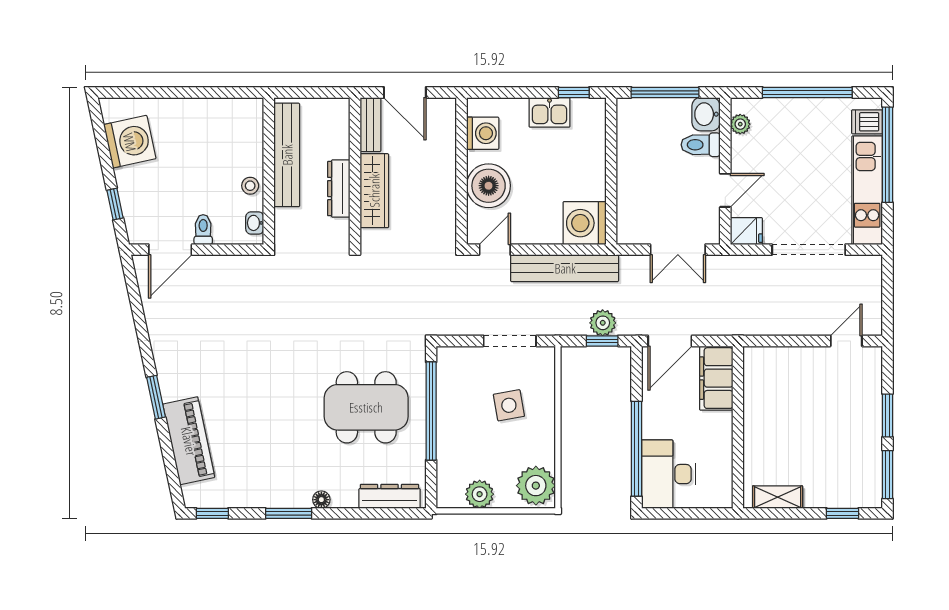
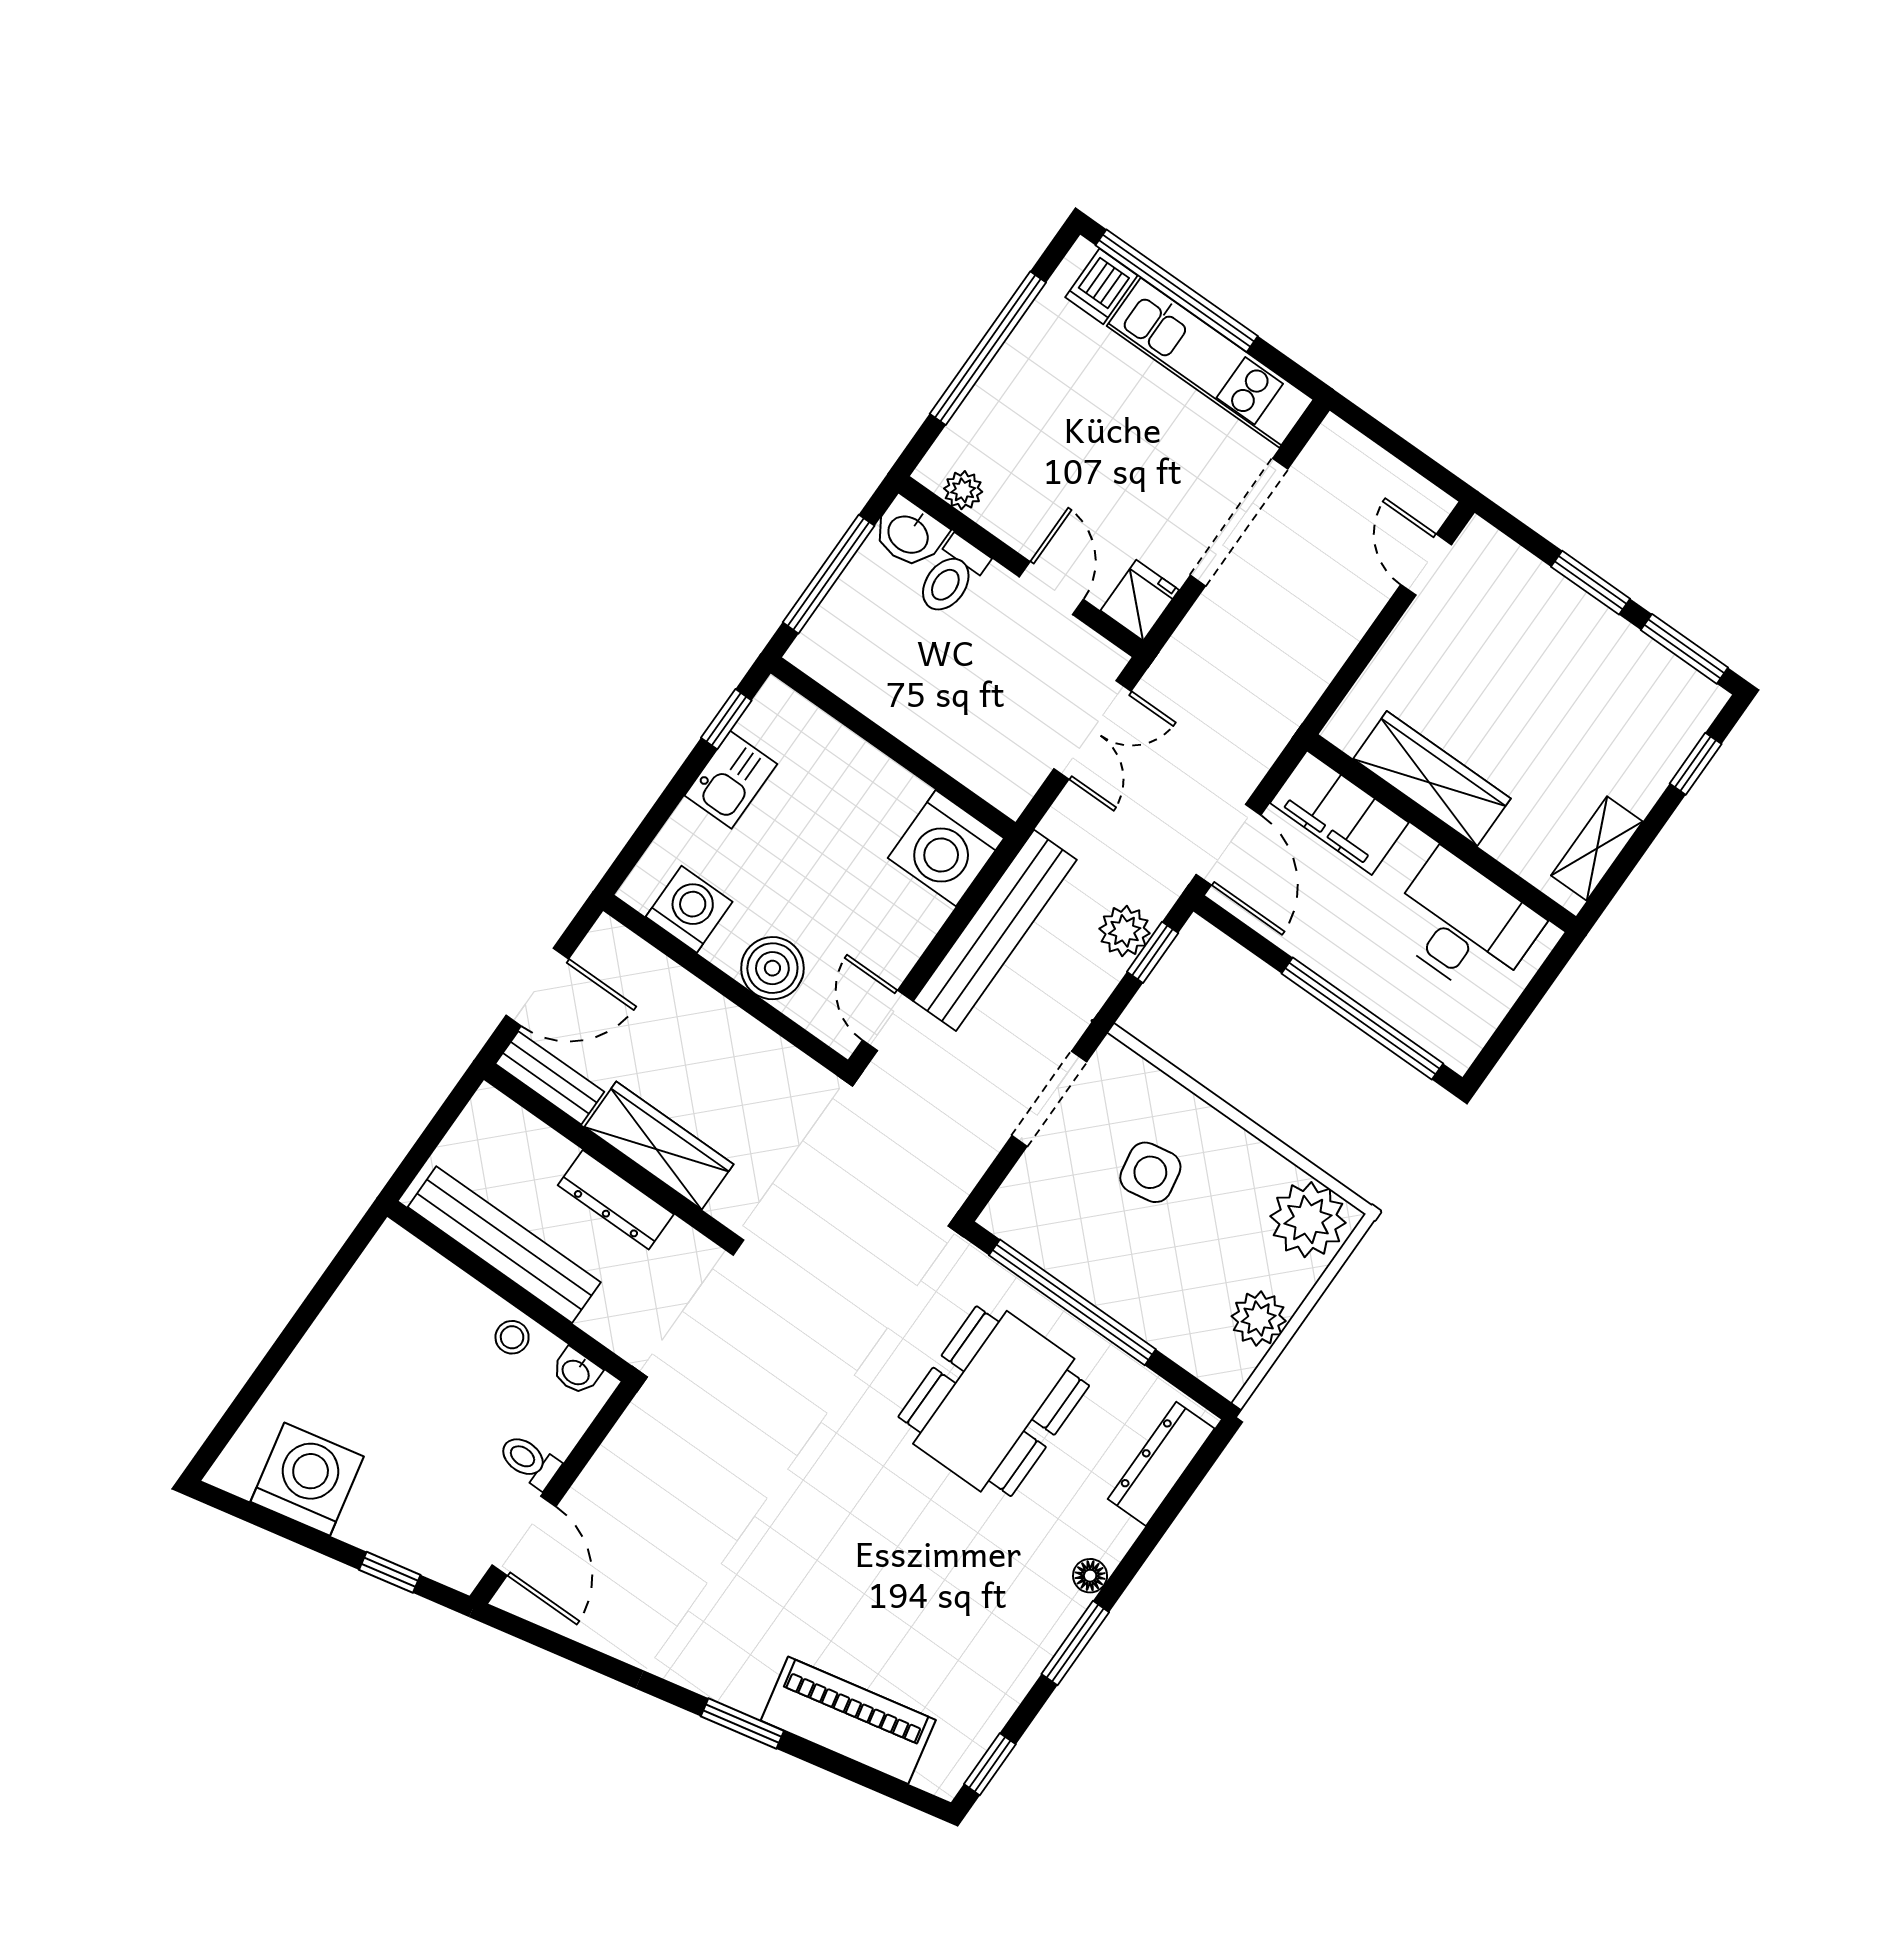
boiler: (489, 186) -> (772, 968), width x0.73, depth x0.73
wardrobe: (758, 407) -> (1432, 779), added
desk: (668, 474) -> (1464, 925), moved, turned 180

